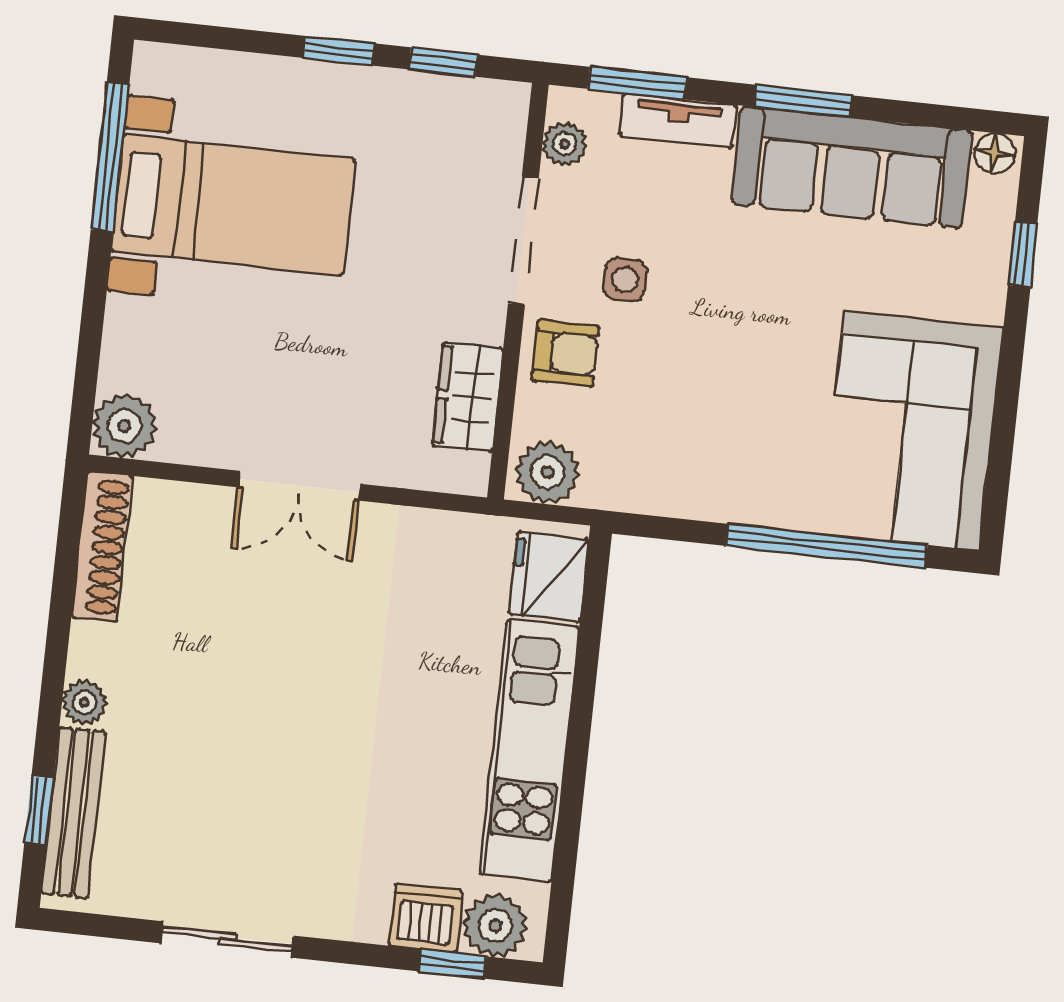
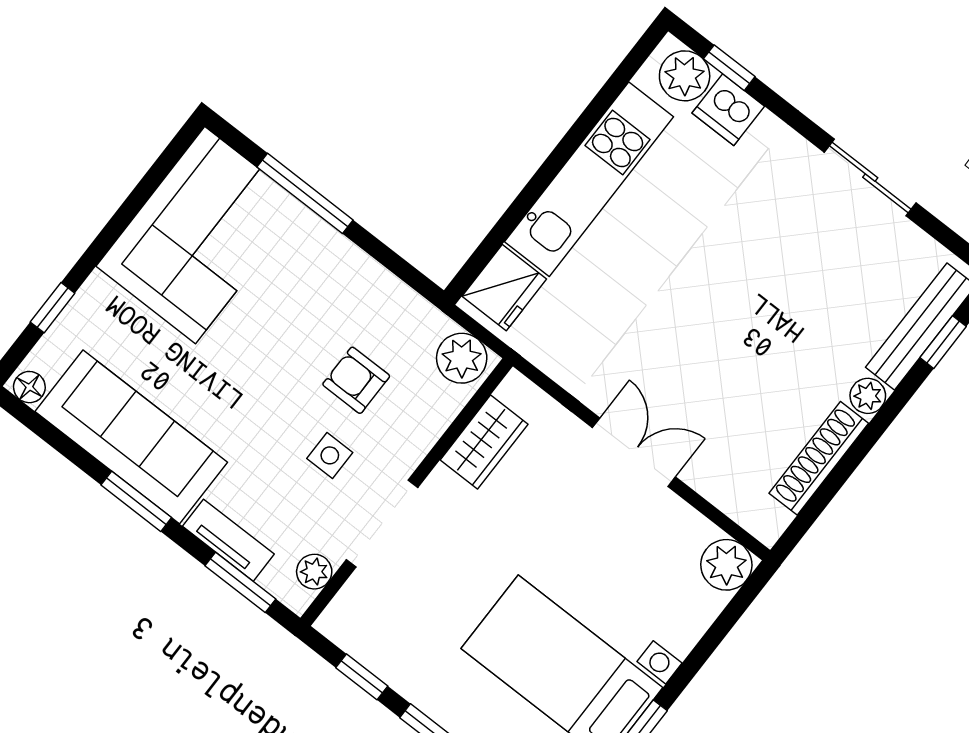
armchair: (565, 353) -> (356, 380), moved
window: (826, 546) -> (305, 193), width x0.68
shoe rack: (102, 547) -> (819, 458), moved

